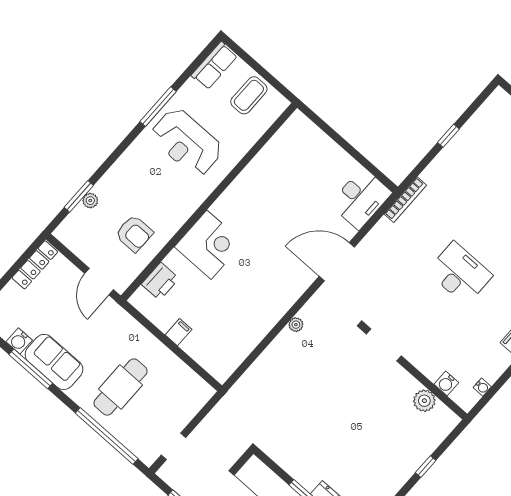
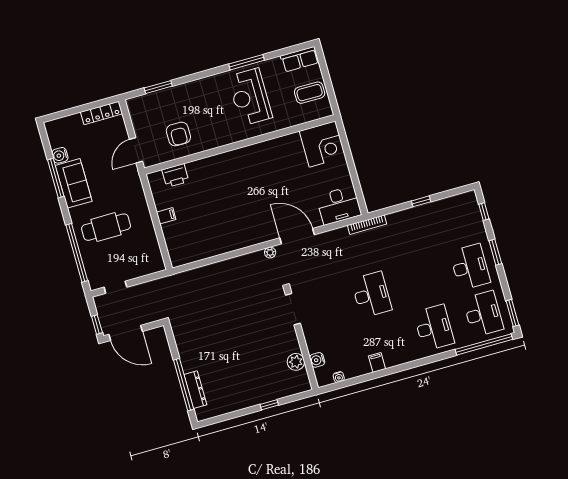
plant: (90, 201) -> (164, 95), removed
corner desk: (209, 245) -> (322, 144), moved
plant: (296, 325) -> (270, 253), moved

